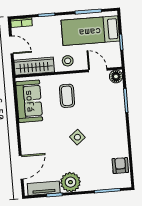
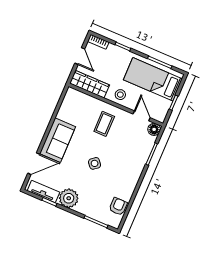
sofa: (29, 101) -> (58, 140), moved

